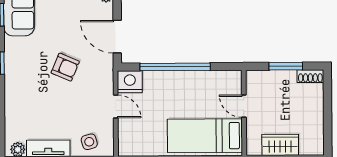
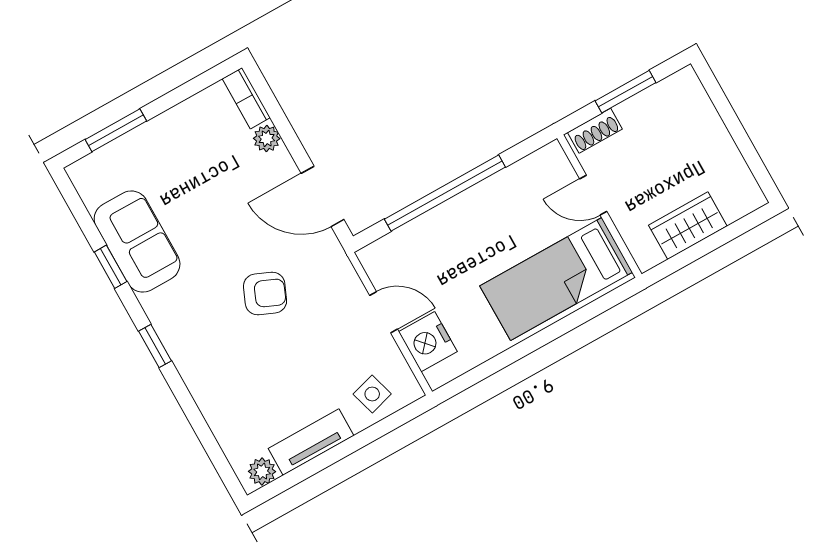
shoe rack: (310, 76) -> (595, 131), moved
nightstand: (130, 82) -> (428, 342), moved, turned -90

